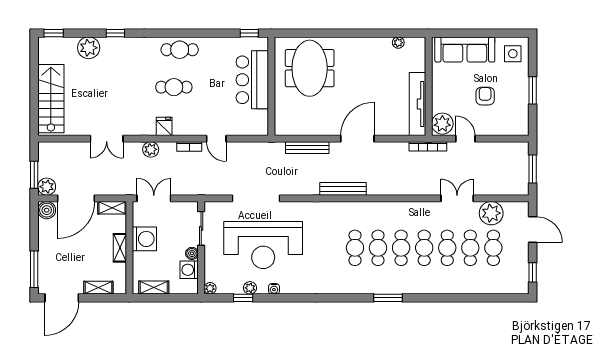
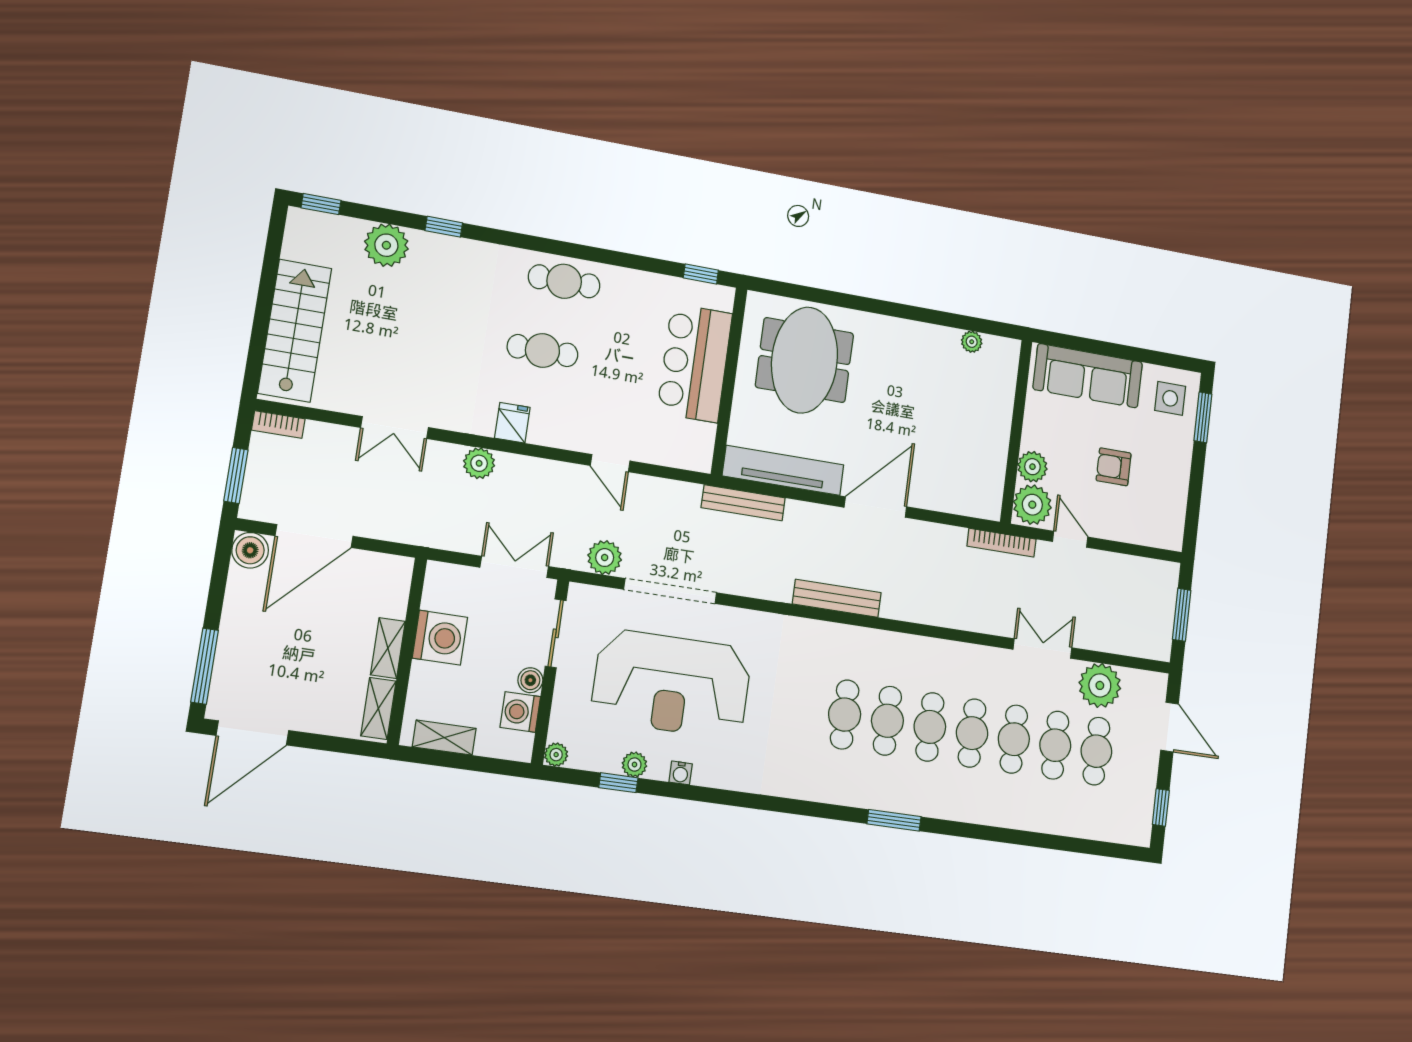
window: (533, 90) -> (1203, 417), moved
armchair: (485, 96) -> (1114, 467), turned -90
plant: (440, 103) -> (1032, 467), added
tv unit: (418, 104) -> (783, 470), moved, turned 90
bookcase: (189, 146) -> (278, 424), moved
bench: (307, 148) -> (743, 503), moved
plant: (47, 187) -> (605, 558), moved
double door: (154, 198) -> (514, 567), moved
shelving: (112, 208) -> (384, 566), removed
shelving: (98, 288) -> (378, 708), moved, turned 90

